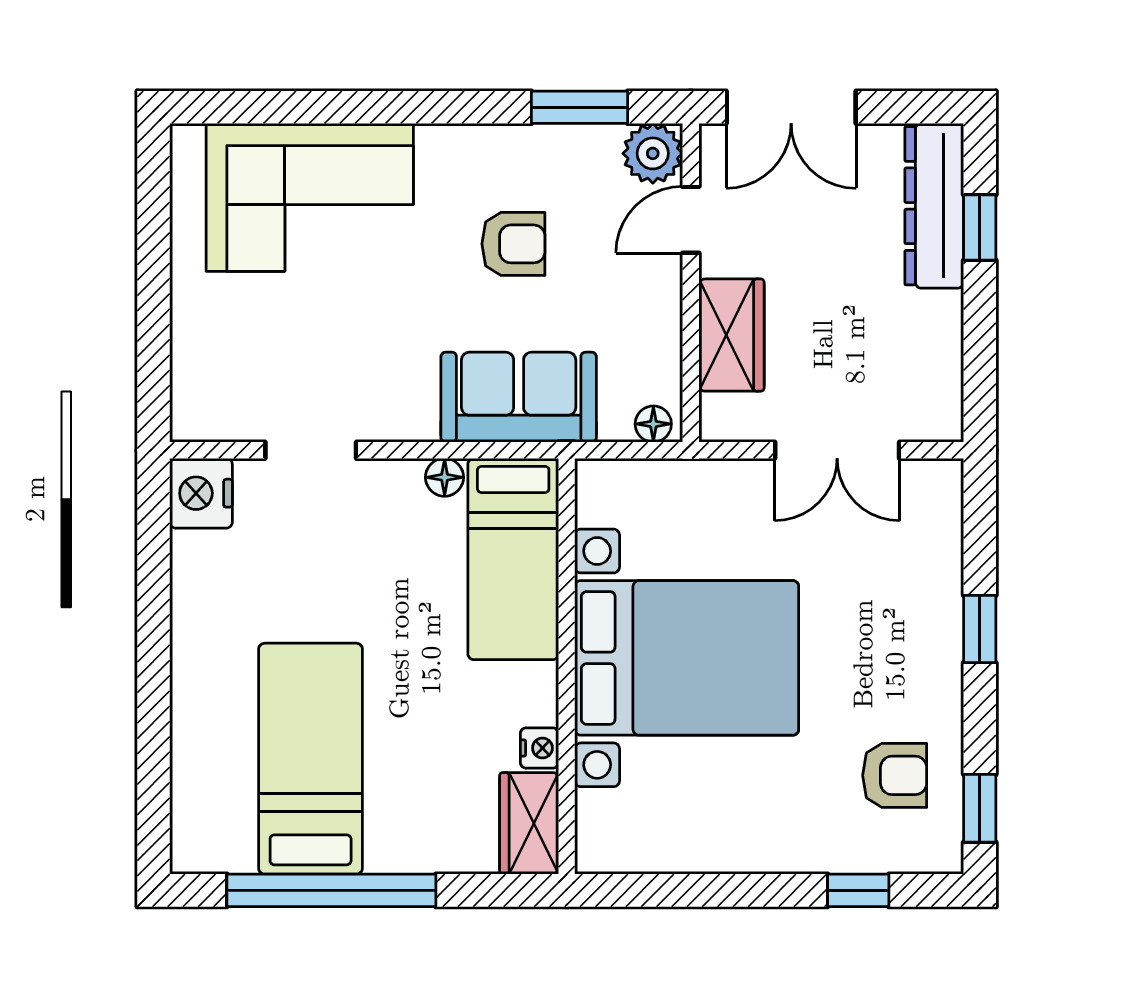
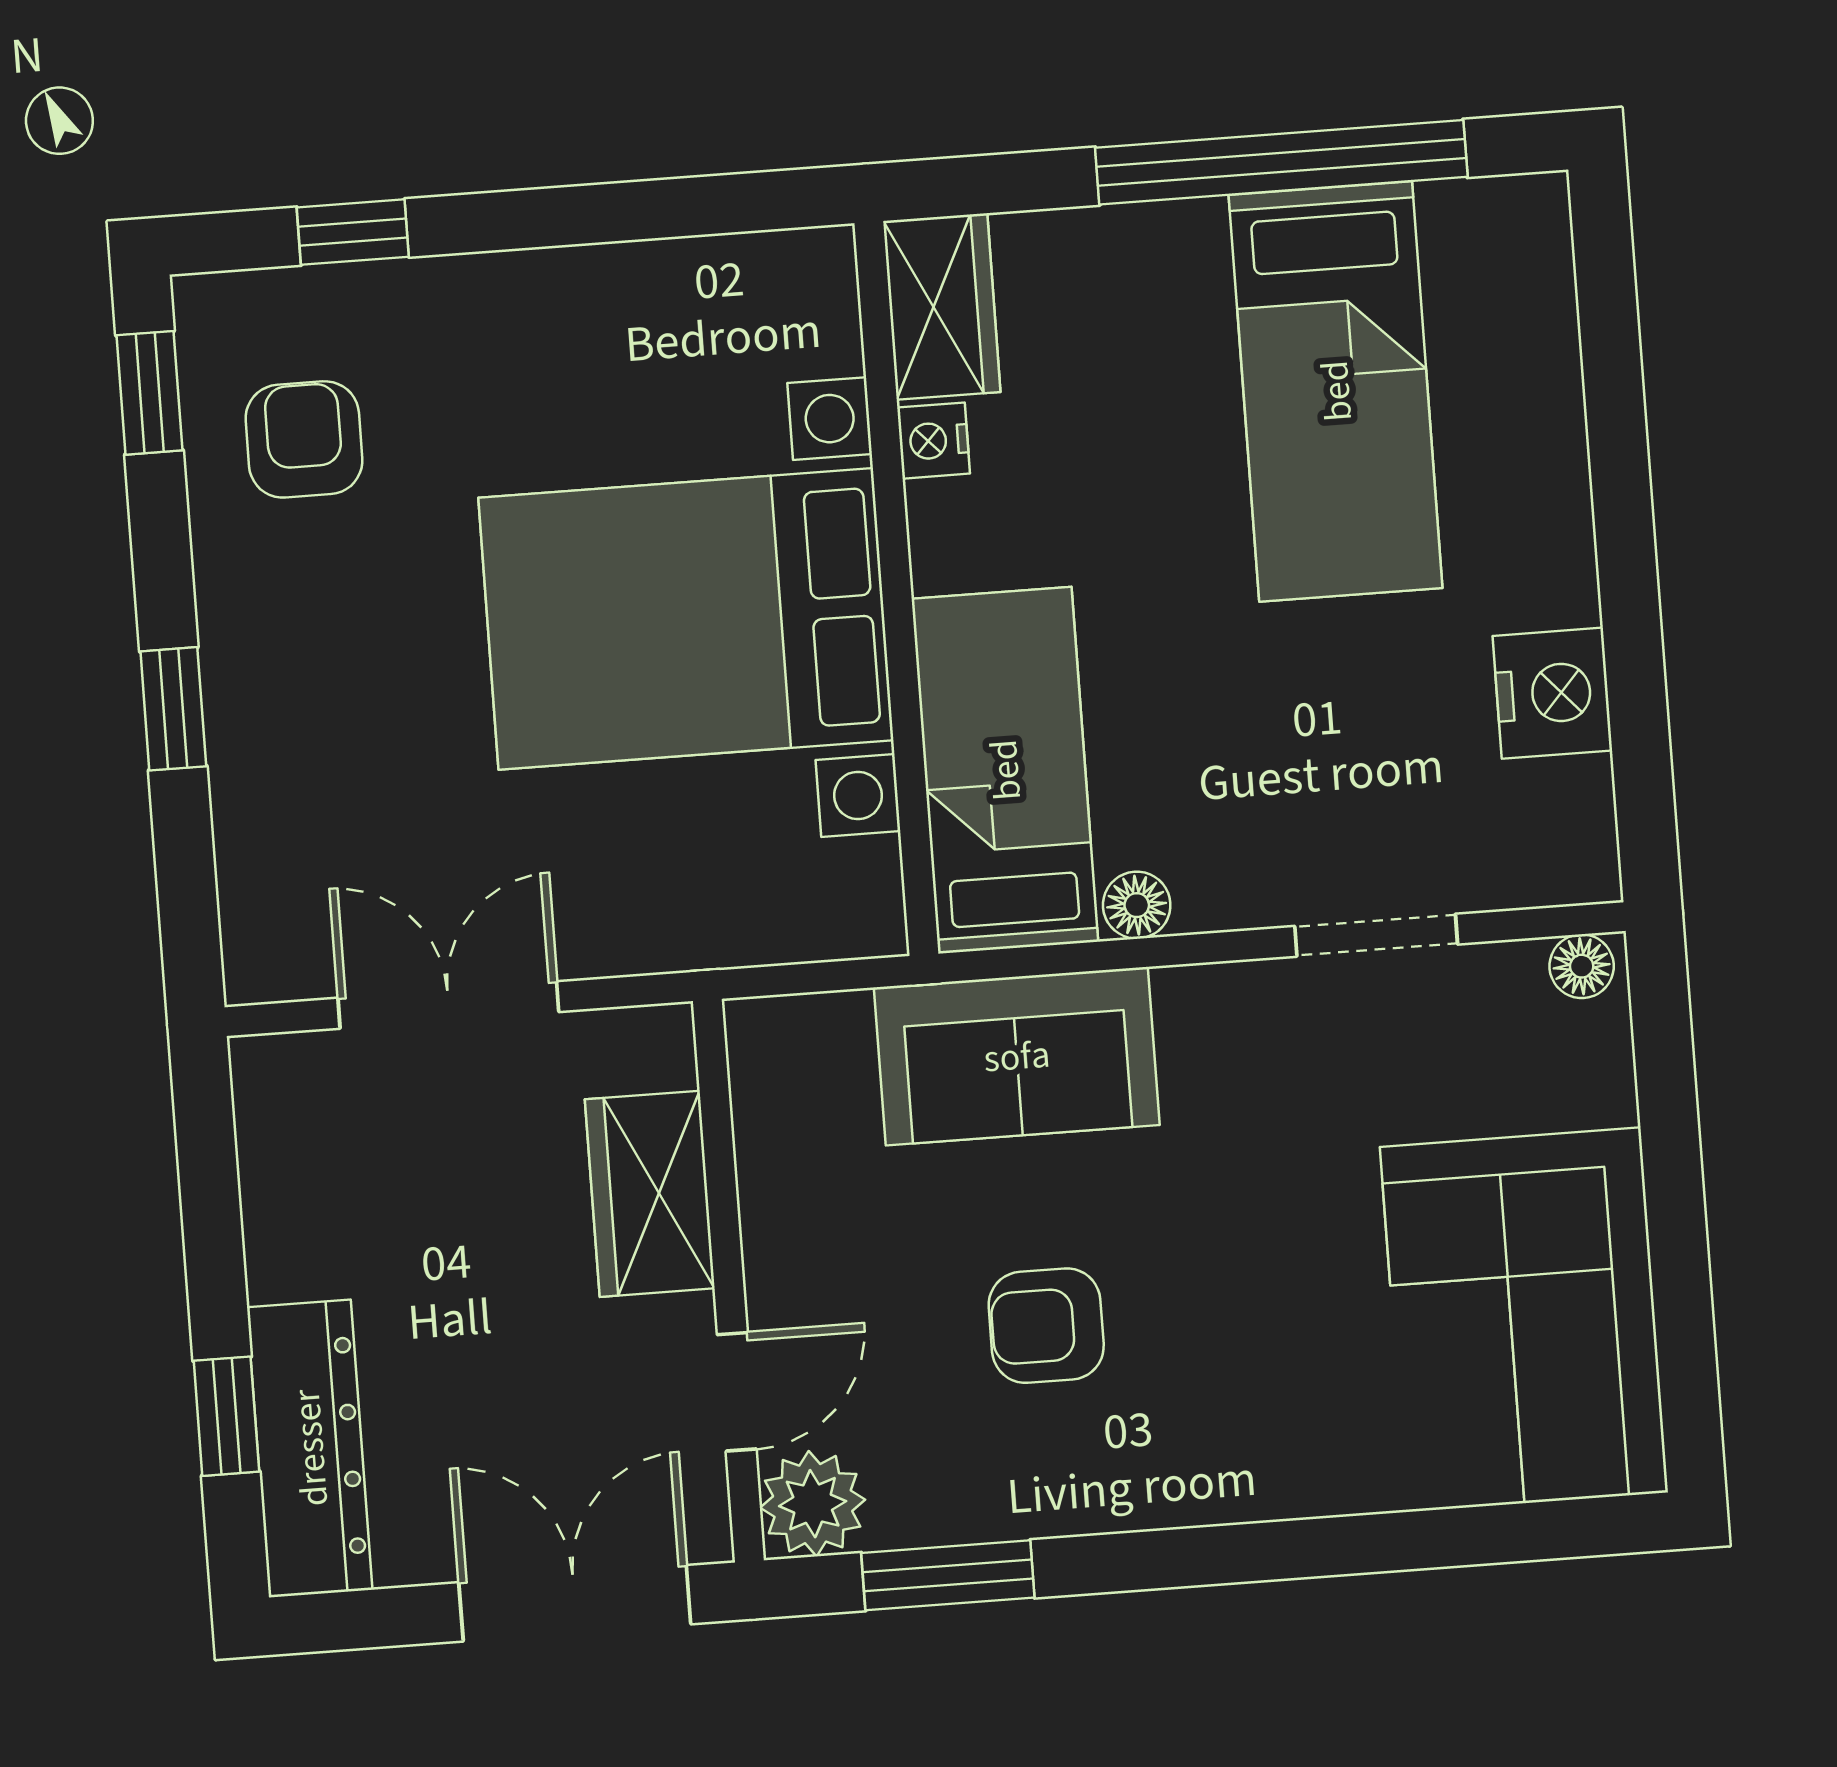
corner sofa: (310, 197) -> (1524, 1320), moved, turned -90
floor lamp: (653, 424) -> (1582, 966), moved
nightstand: (201, 493) -> (1552, 693), moved
armchair: (895, 775) -> (304, 439), turned 90

